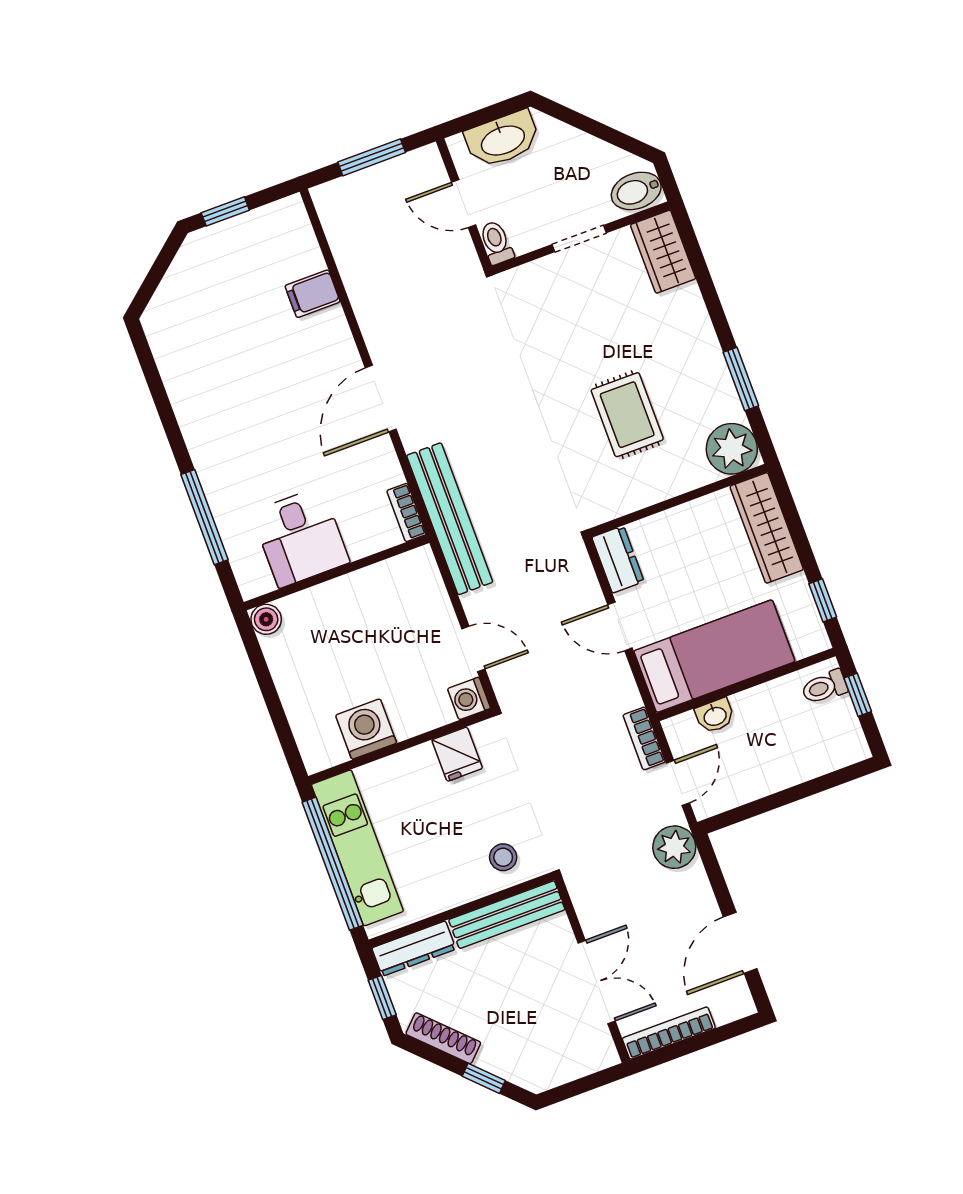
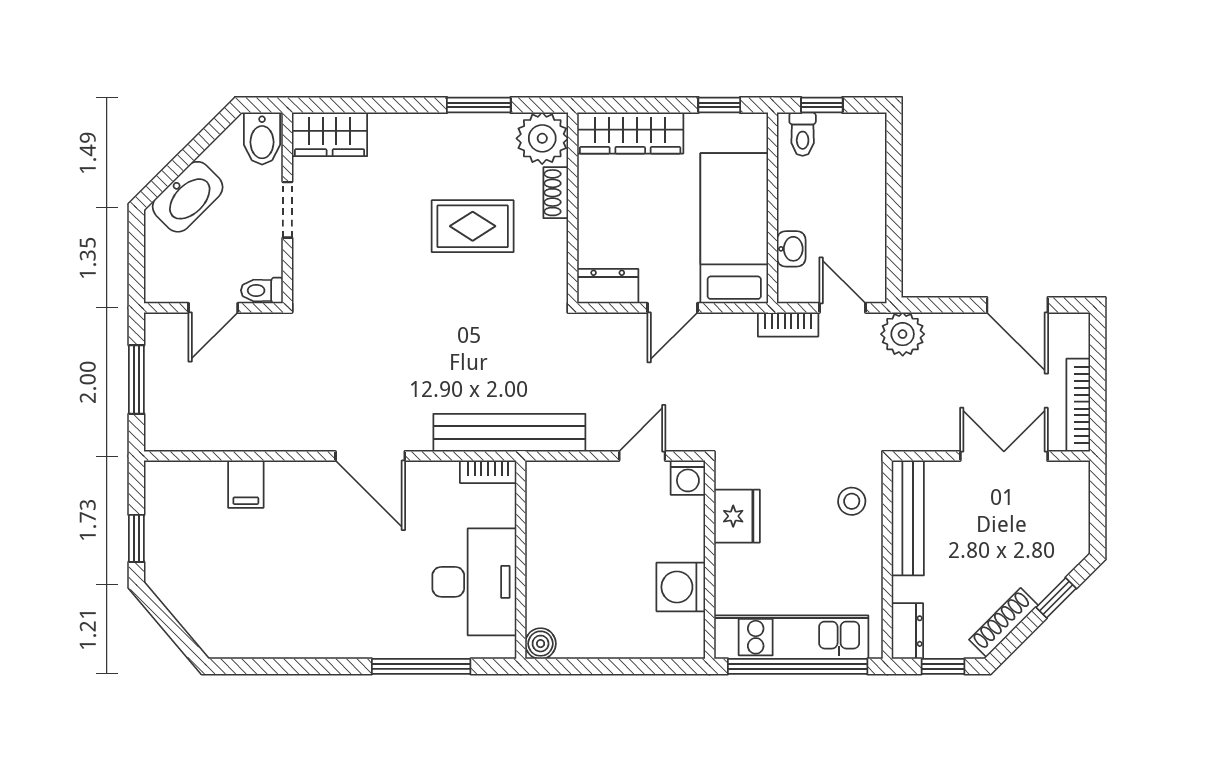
washbasin: (502, 139) -> (188, 197), moved, turned 45
shoe rack: (686, 480) -> (556, 193), added
desk: (300, 537) -> (474, 582), width x1.37
fridge: (457, 754) -> (737, 516), width x1.38
dresser: (414, 949) -> (907, 631), width x0.70

